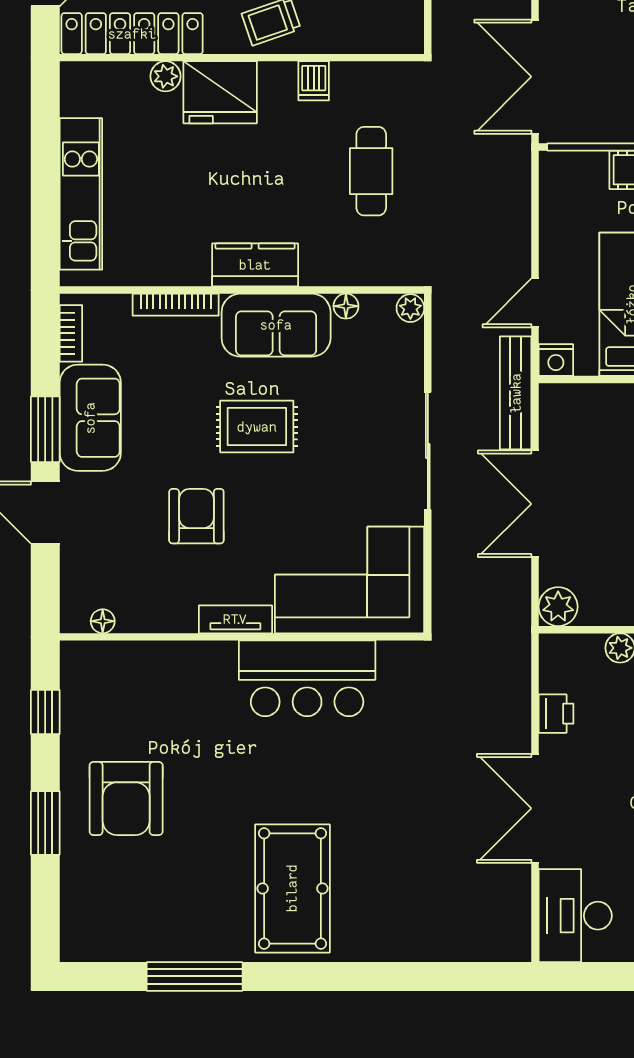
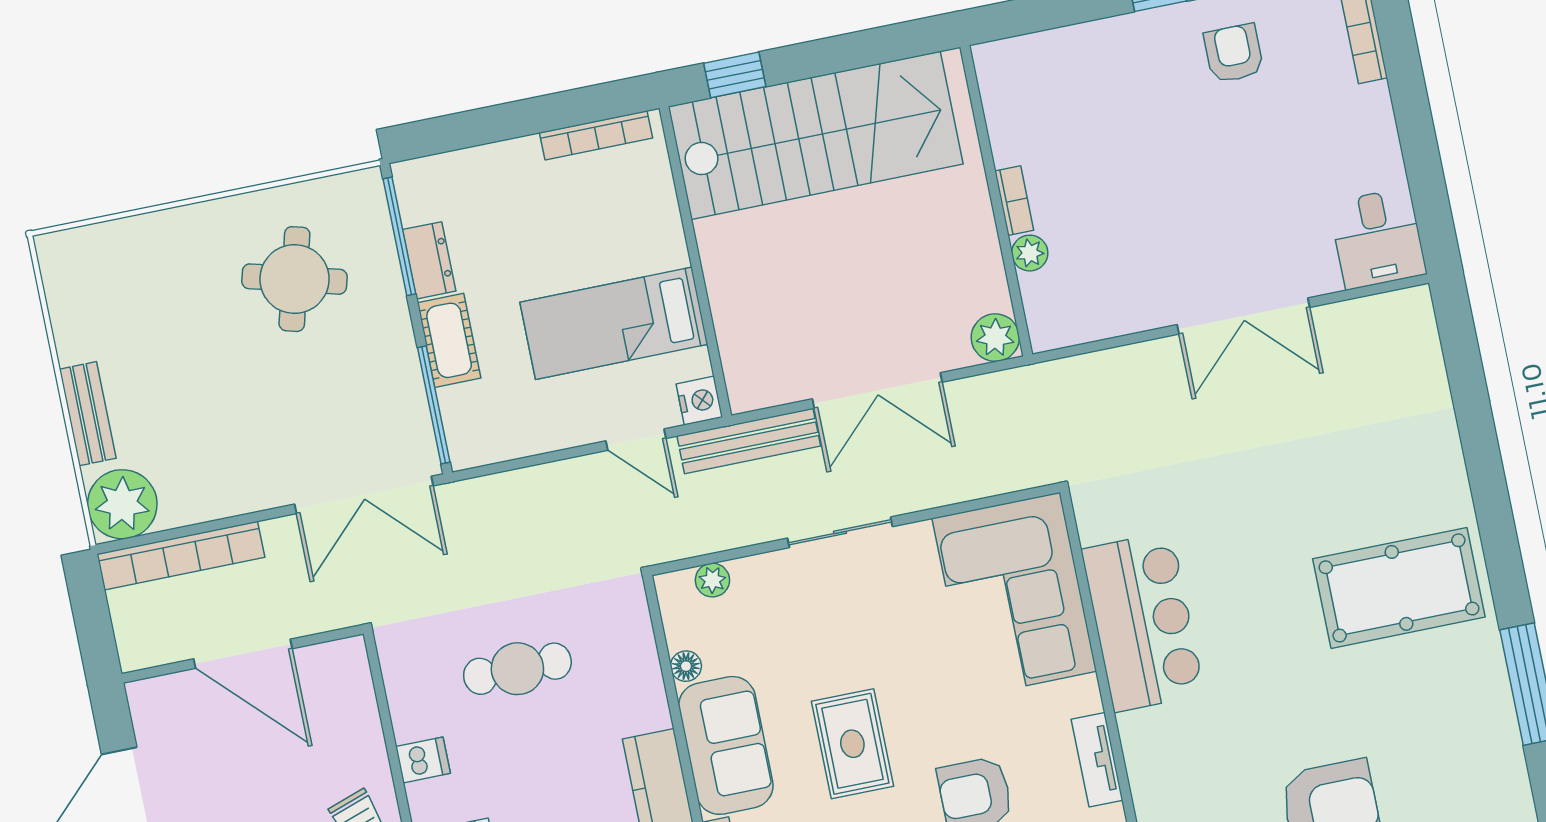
plant: (410, 308) -> (712, 580), moved
sliding door: (428, 451) -> (840, 532), width x0.73
tv unit: (235, 619) -> (1097, 760), moved
printer: (556, 714) -> (1124, 314), removed
desk: (575, 916) -> (1378, 238), width x0.73

